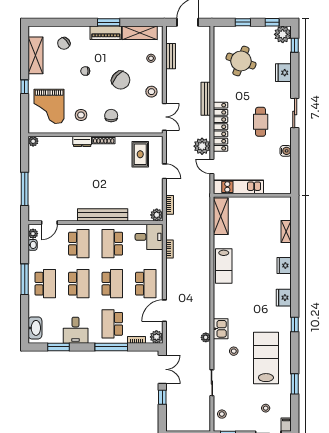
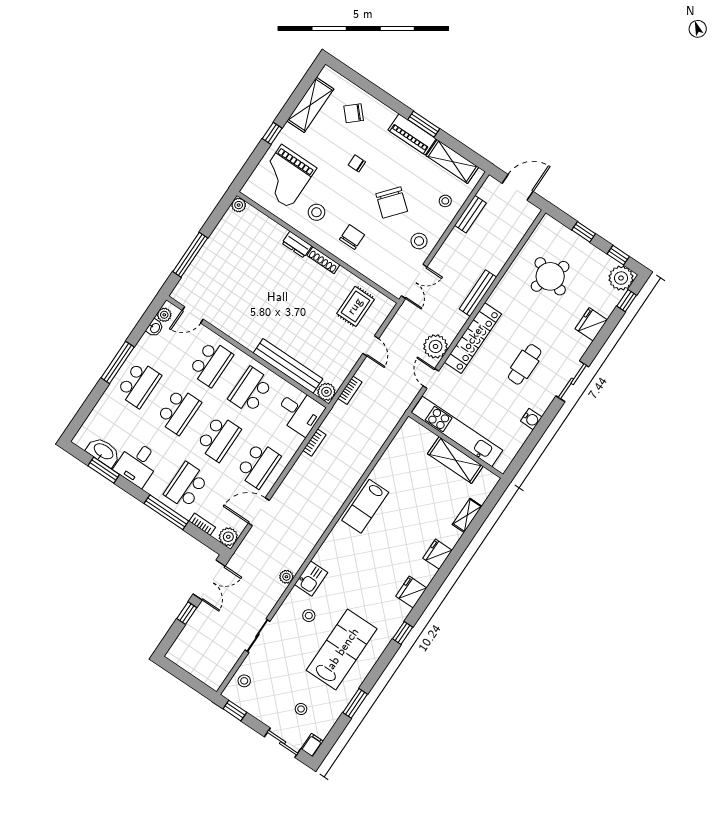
kitchen unit: (239, 187) -> (457, 431), width x1.36
bench: (103, 215) -> (288, 366), moved
shelving: (221, 216) -> (455, 460), moved, turned 90
washbasin: (35, 328) -> (103, 452), moved, turned -90

